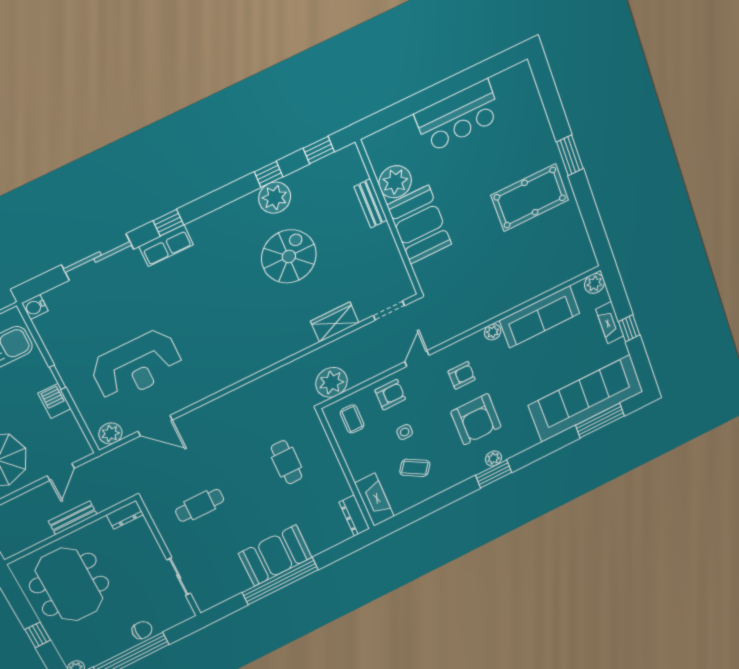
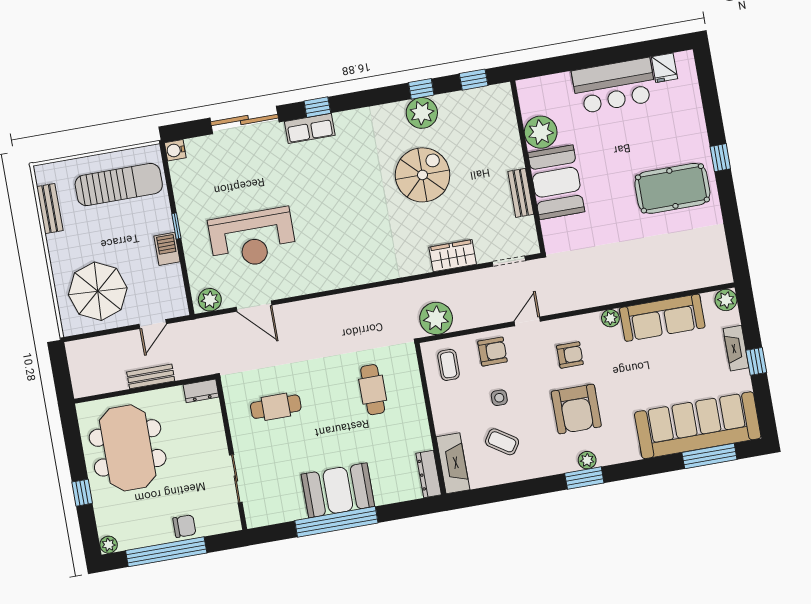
fridge: (503, 84) -> (664, 68), added
window: (570, 155) -> (720, 158), width x0.67
bench: (371, 204) -> (521, 193), moved

